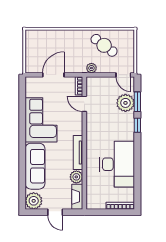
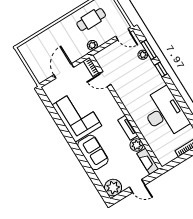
cafe table: (104, 45) -> (91, 20), turned -37
plant: (125, 103) -> (143, 55), width x0.53, depth x0.53
tv unit: (78, 153) -> (128, 128), width x0.71
sofa: (35, 166) -> (93, 152), width x0.73

